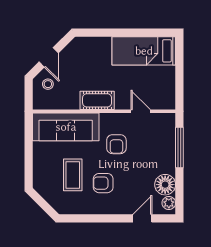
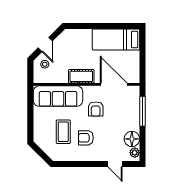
door: (141, 111) -> (114, 84), width x1.87
door: (142, 218) -> (115, 164), swing flipped

